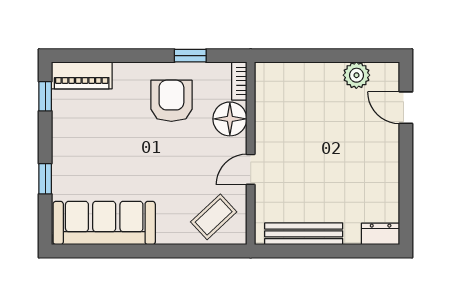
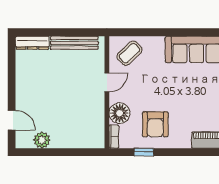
dresser: (381, 234) -> (32, 43), width x1.44

